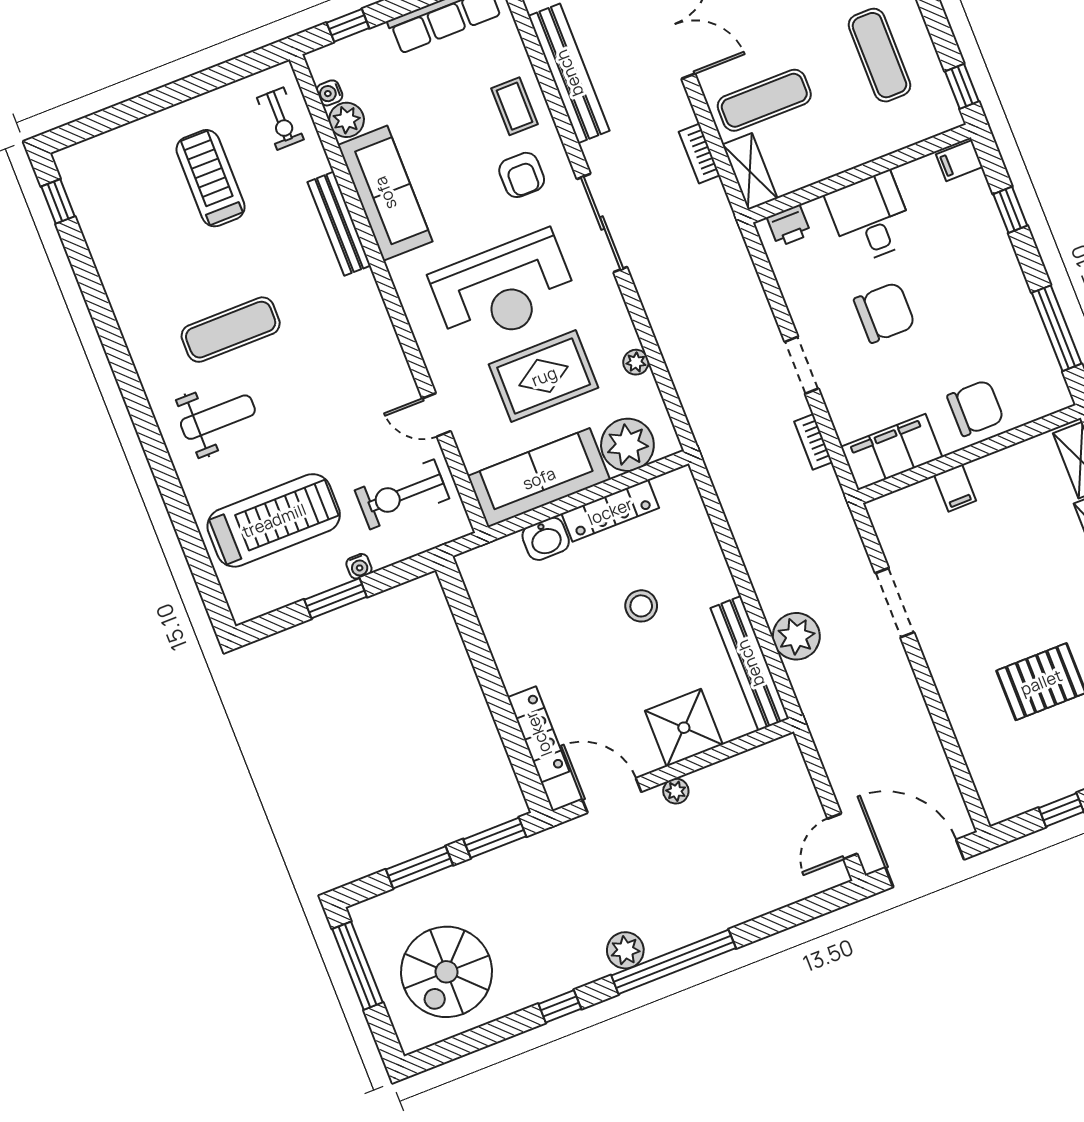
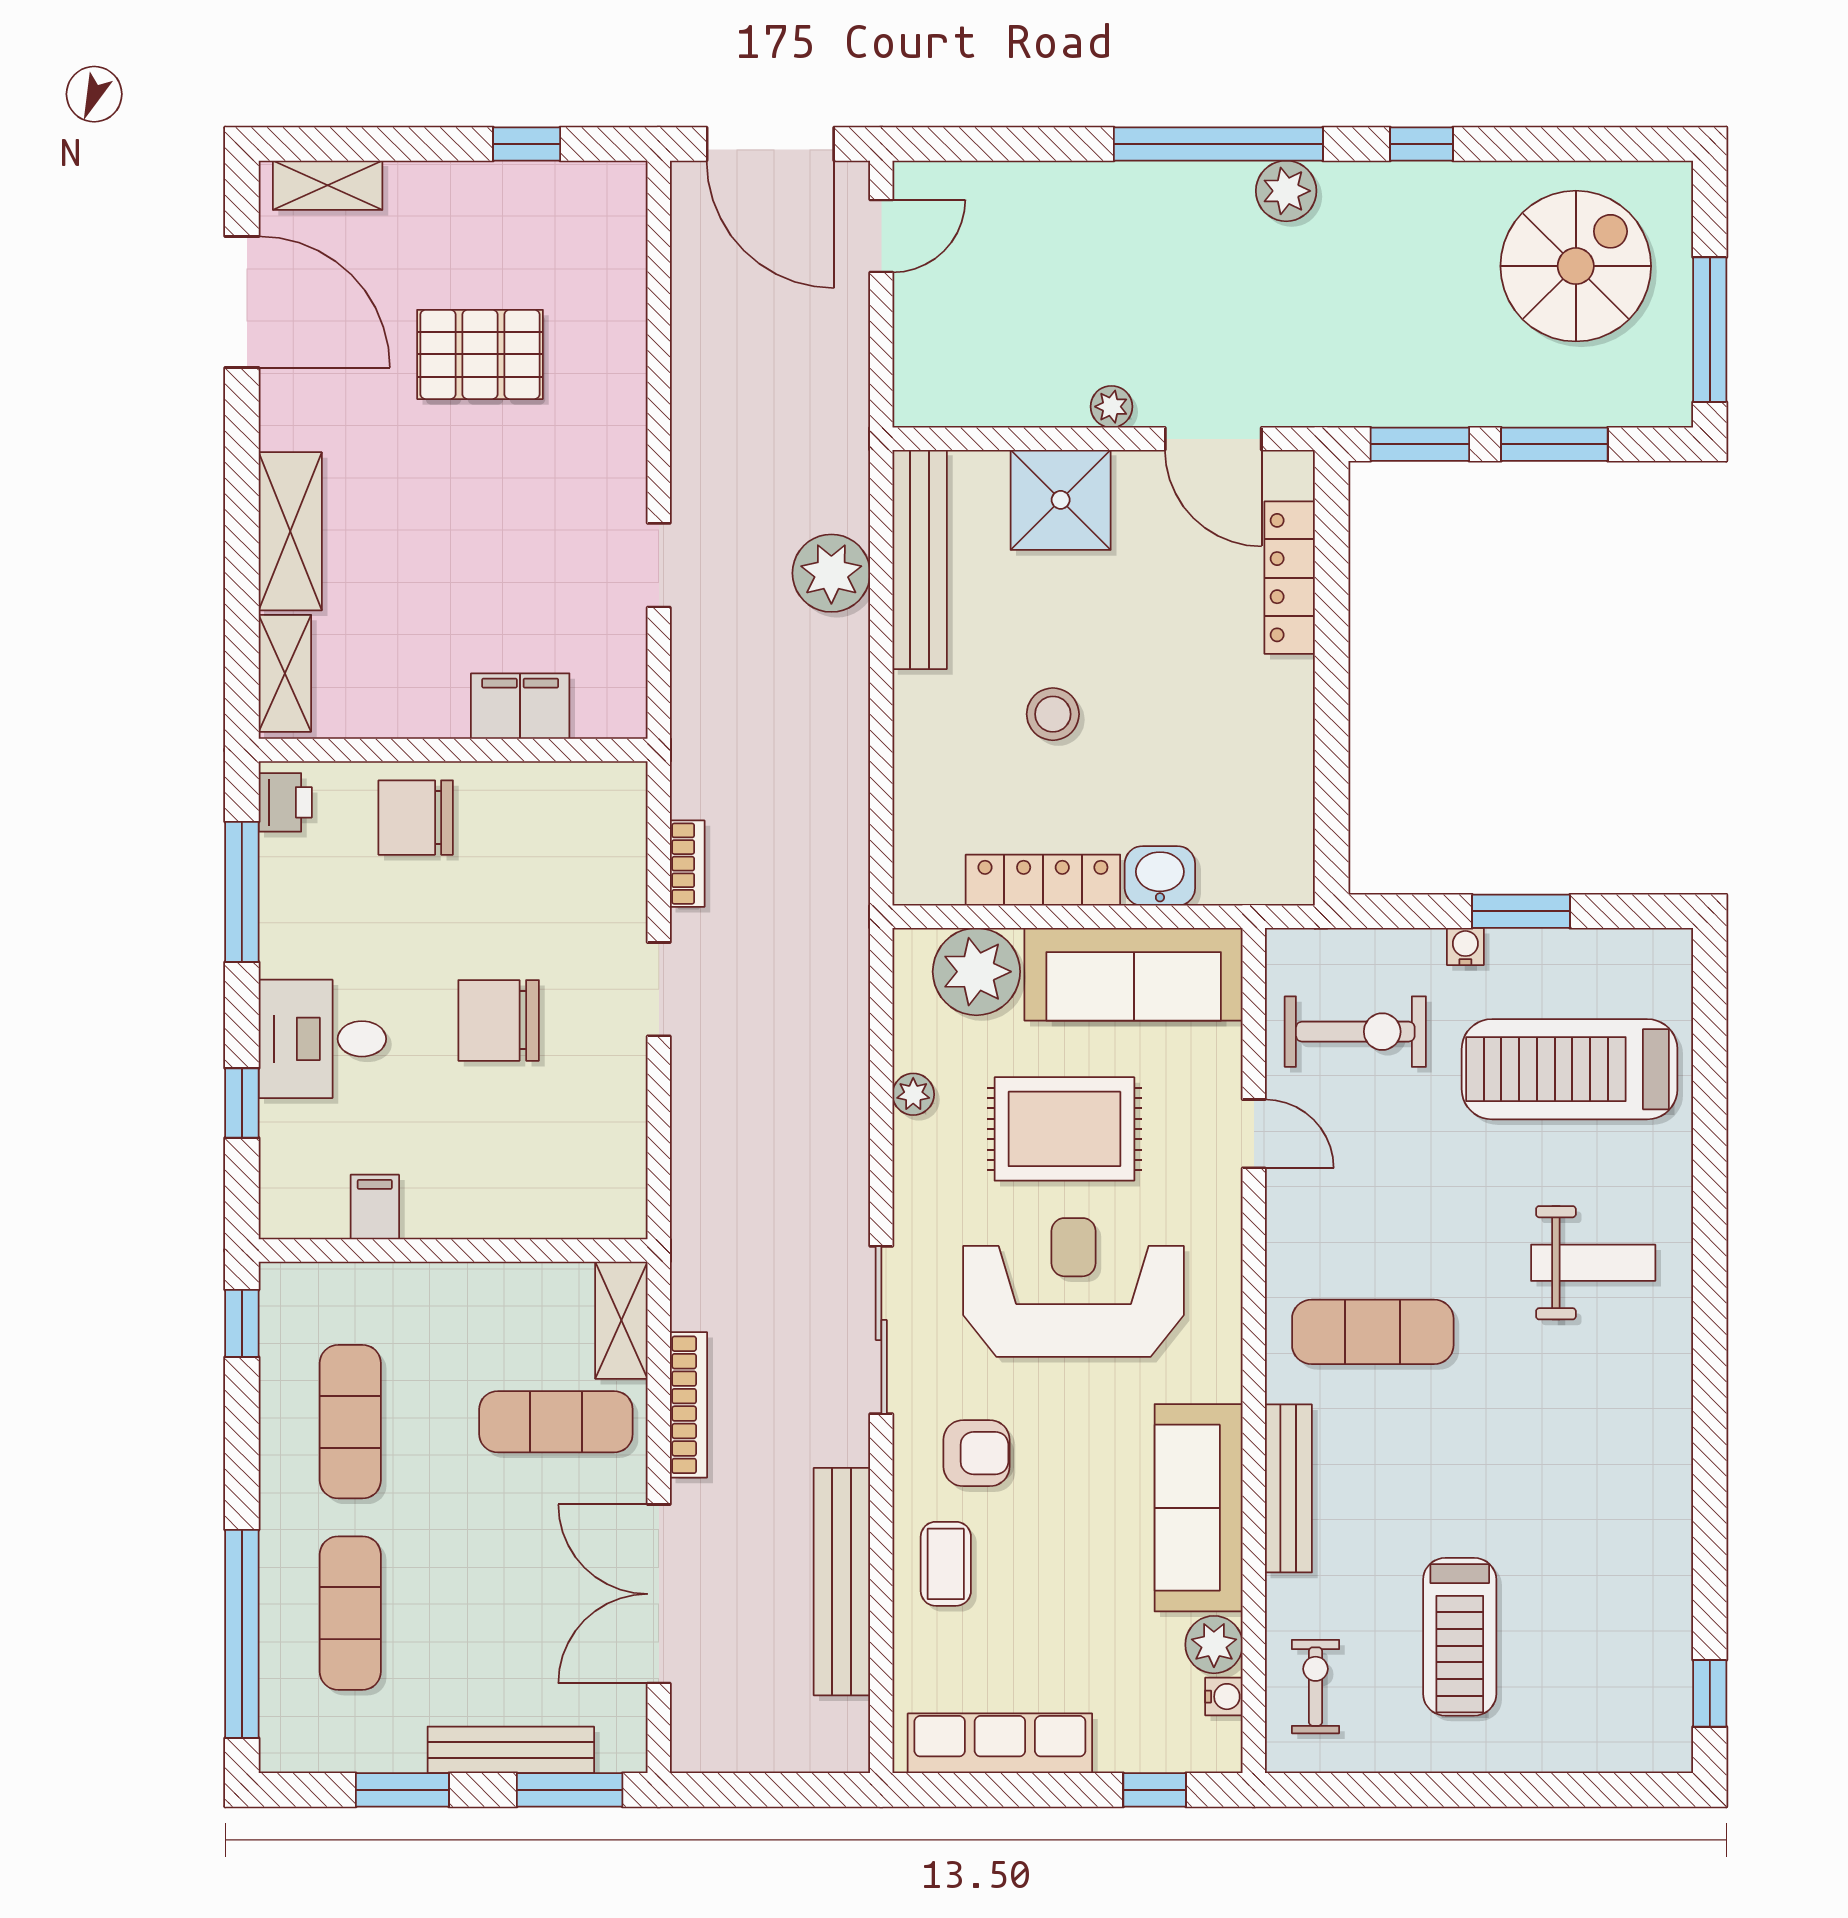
bookcase: (699, 153) -> (689, 1405), width x1.56
filing cabinet: (959, 161) -> (375, 1207), moved, turned -90
armchair: (522, 175) -> (976, 1453), turned 90
desk: (871, 218) -> (322, 1039), moved, turned 90
printer: (789, 226) -> (285, 802), moved, turned 90
exercise mat: (231, 330) -> (1373, 1332), moved
weight bench: (218, 417) -> (1593, 1263), turned 180
filing cabinet: (892, 452) -> (572, 800), removed
filing cabinet: (955, 488) -> (520, 706), width x2.00
doorway: (895, 603) -> (659, 565), width x0.73

